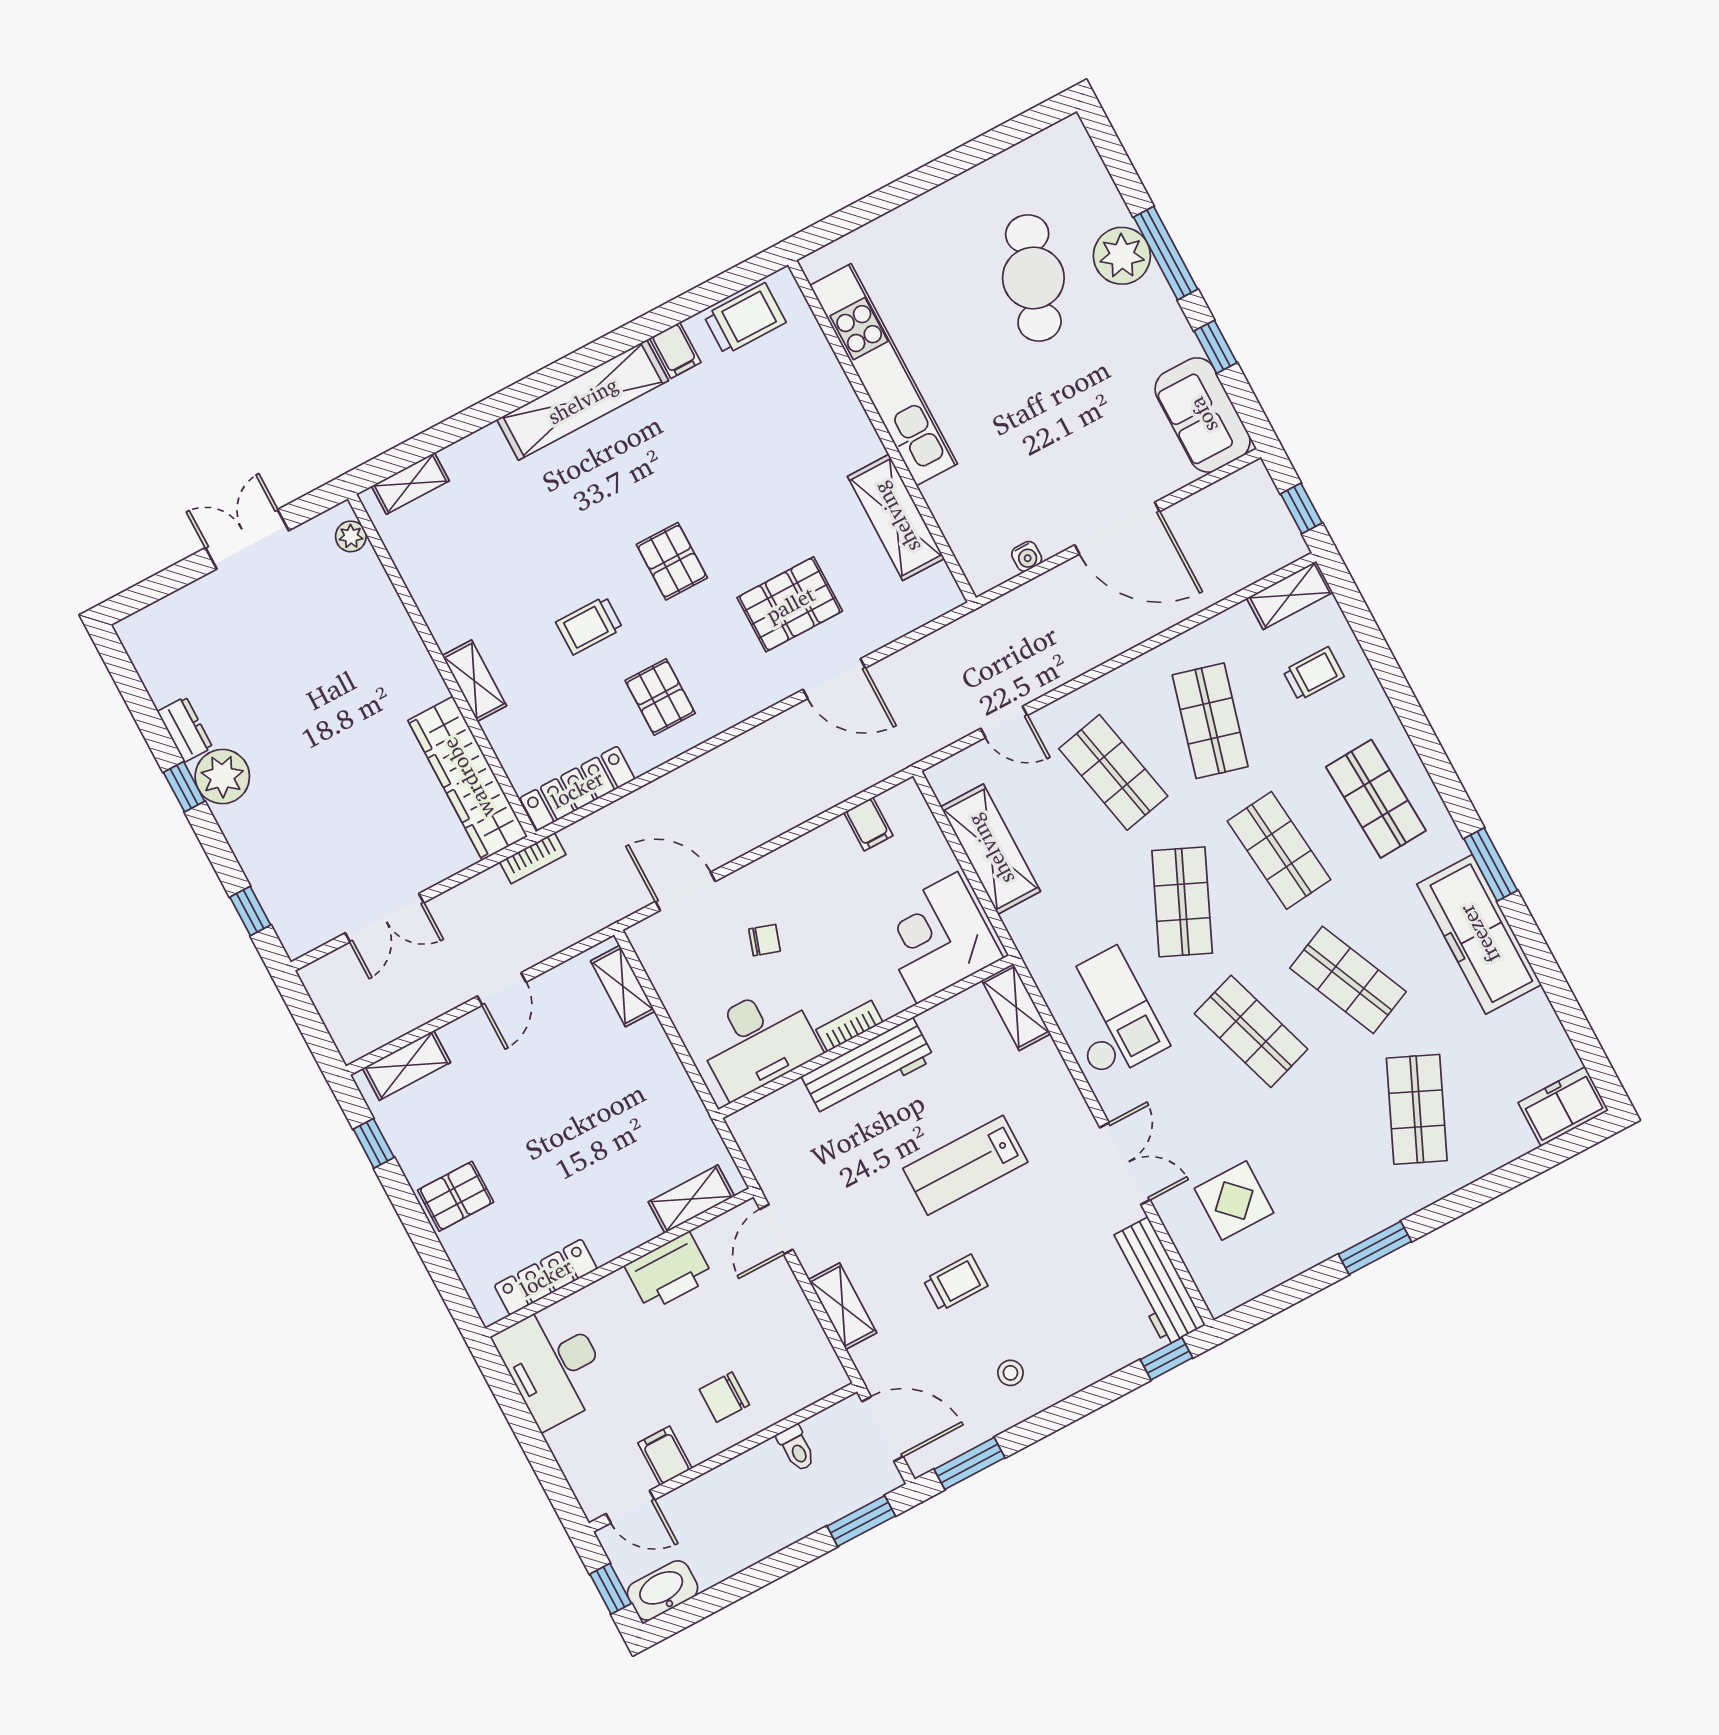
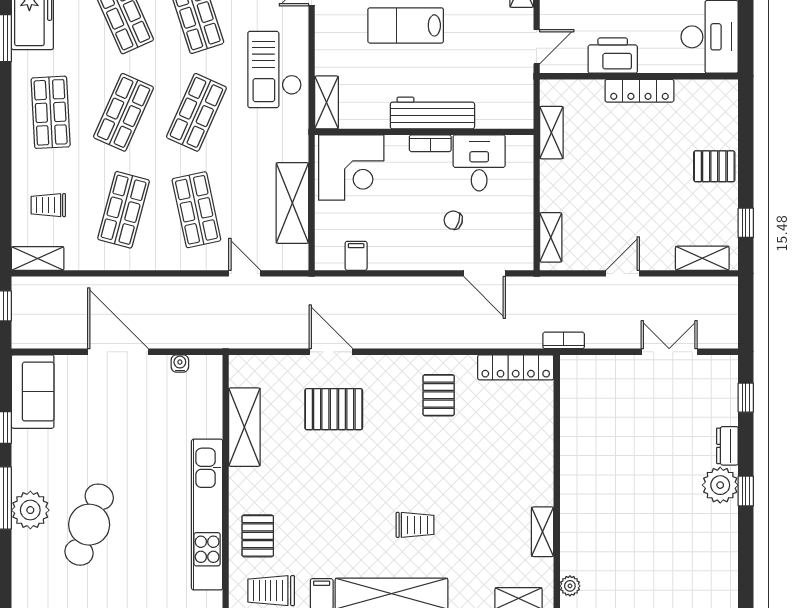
pallet: (672, 561) -> (258, 536), moved
trolley: (589, 625) -> (415, 525), moved
shelving: (474, 681) -> (543, 532), moved
dresser: (185, 729) -> (727, 446), moved
wardrobe: (468, 778) -> (577, 408), removed
shop shelf: (1279, 850) -> (124, 112), turned 30
desk: (758, 1041) -> (479, 163), width x0.73
lab bench: (965, 1165) -> (406, 25), turned 180
shelving: (691, 1199) -> (551, 133), moved, turned 90
locker: (546, 1277) -> (639, 91), moved

